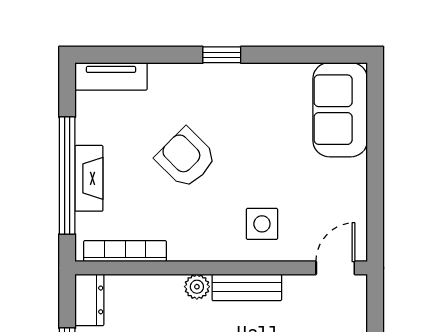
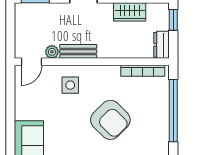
armchair: (186, 158) -> (110, 120), width x1.36, depth x1.36
fireplace: (89, 178) -> (162, 109), removed
plant: (197, 287) -> (52, 52), moved

